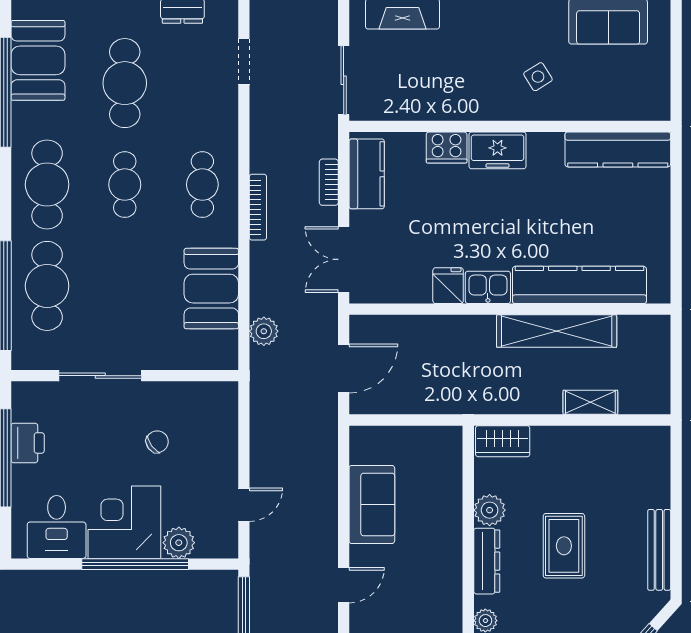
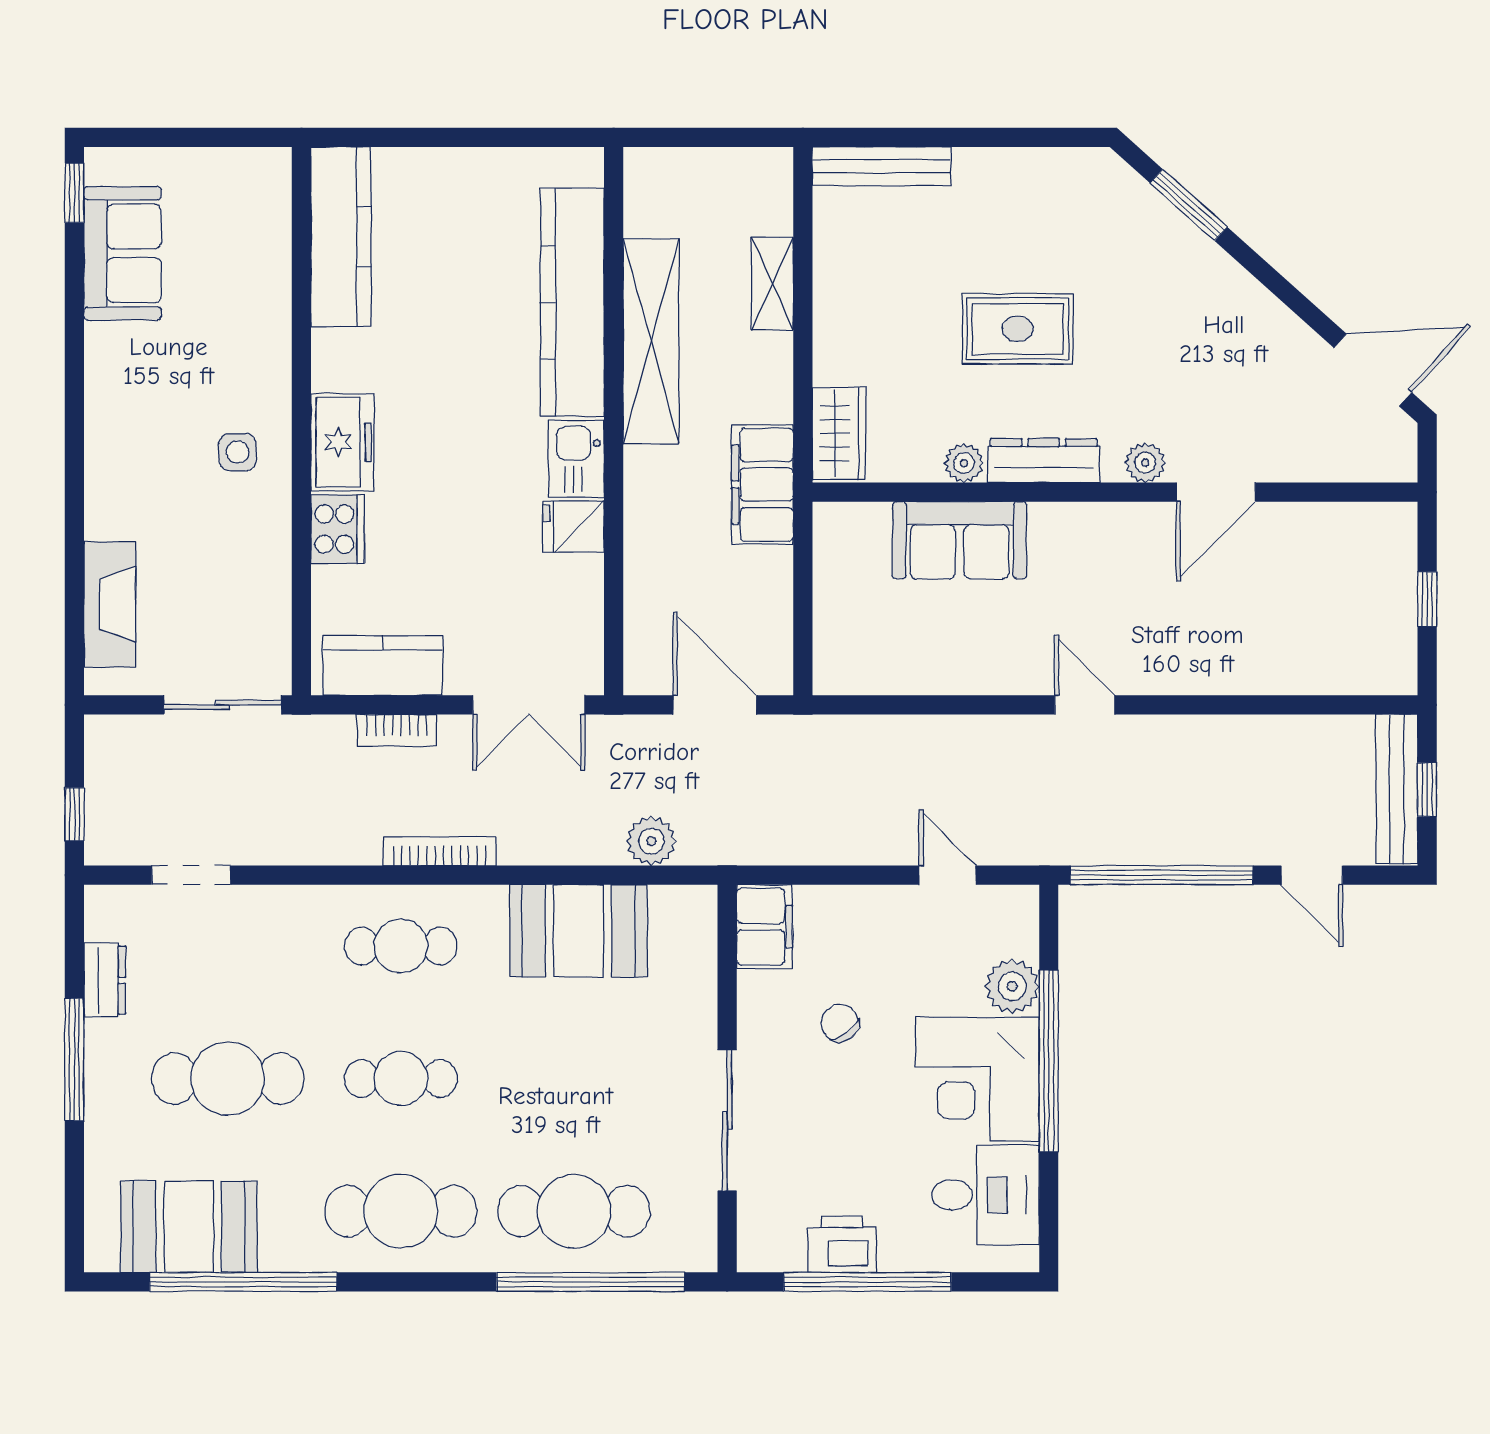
side table: (538, 77) -> (238, 452), moved, turned 32
filing cabinet: (473, 396) -> (762, 485), added
filing cabinet: (214, 398) -> (765, 927), added
sofa: (372, 504) -> (960, 540), moved, turned 180
plant: (490, 510) -> (964, 463), width x0.73, depth x0.73
bench: (659, 550) -> (882, 166), moved

